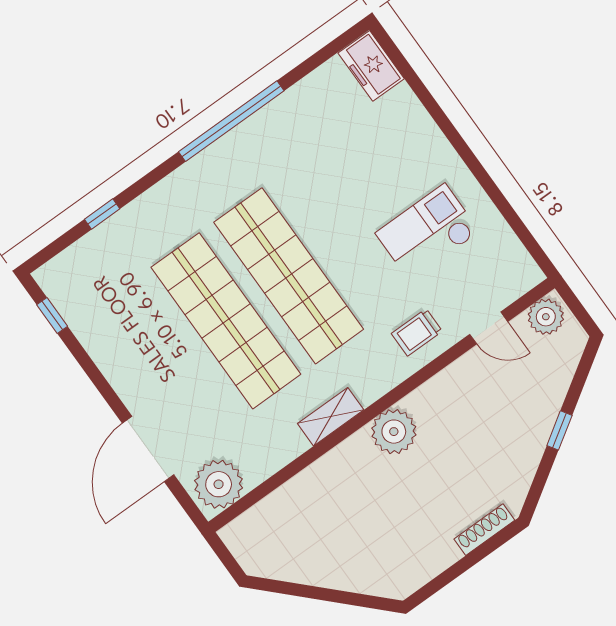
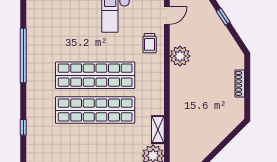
shelving: (331, 417) -> (158, 130), moved
plant: (394, 432) -> (180, 56), moved
shoe rack: (484, 530) -> (240, 83), moved

